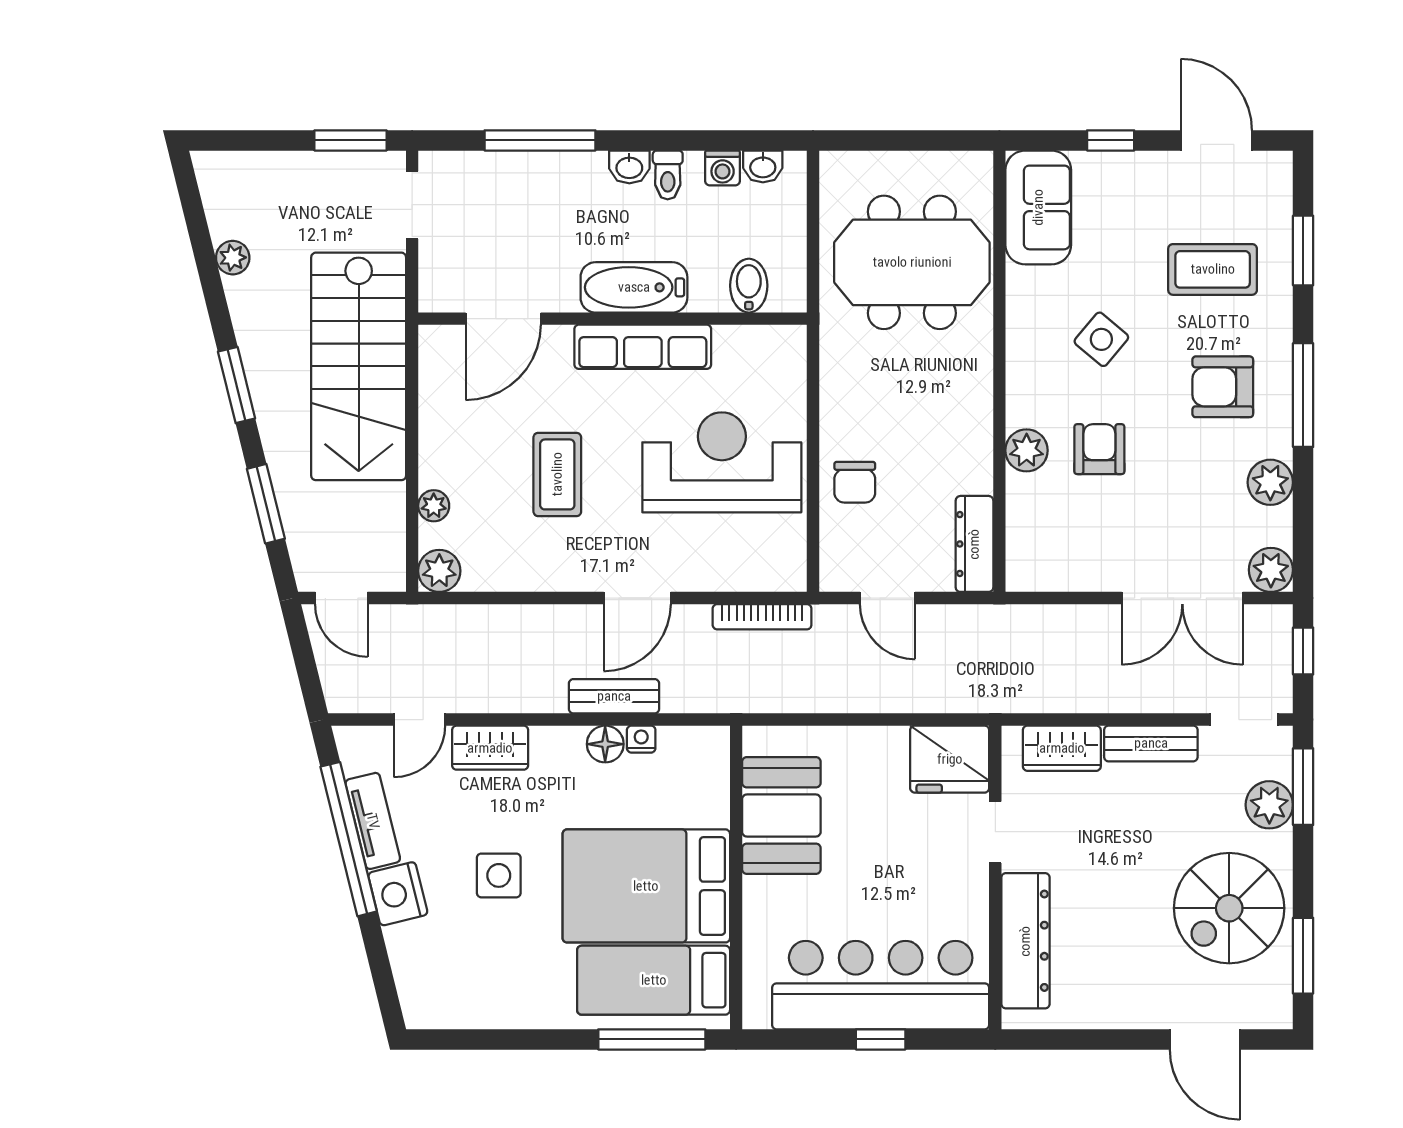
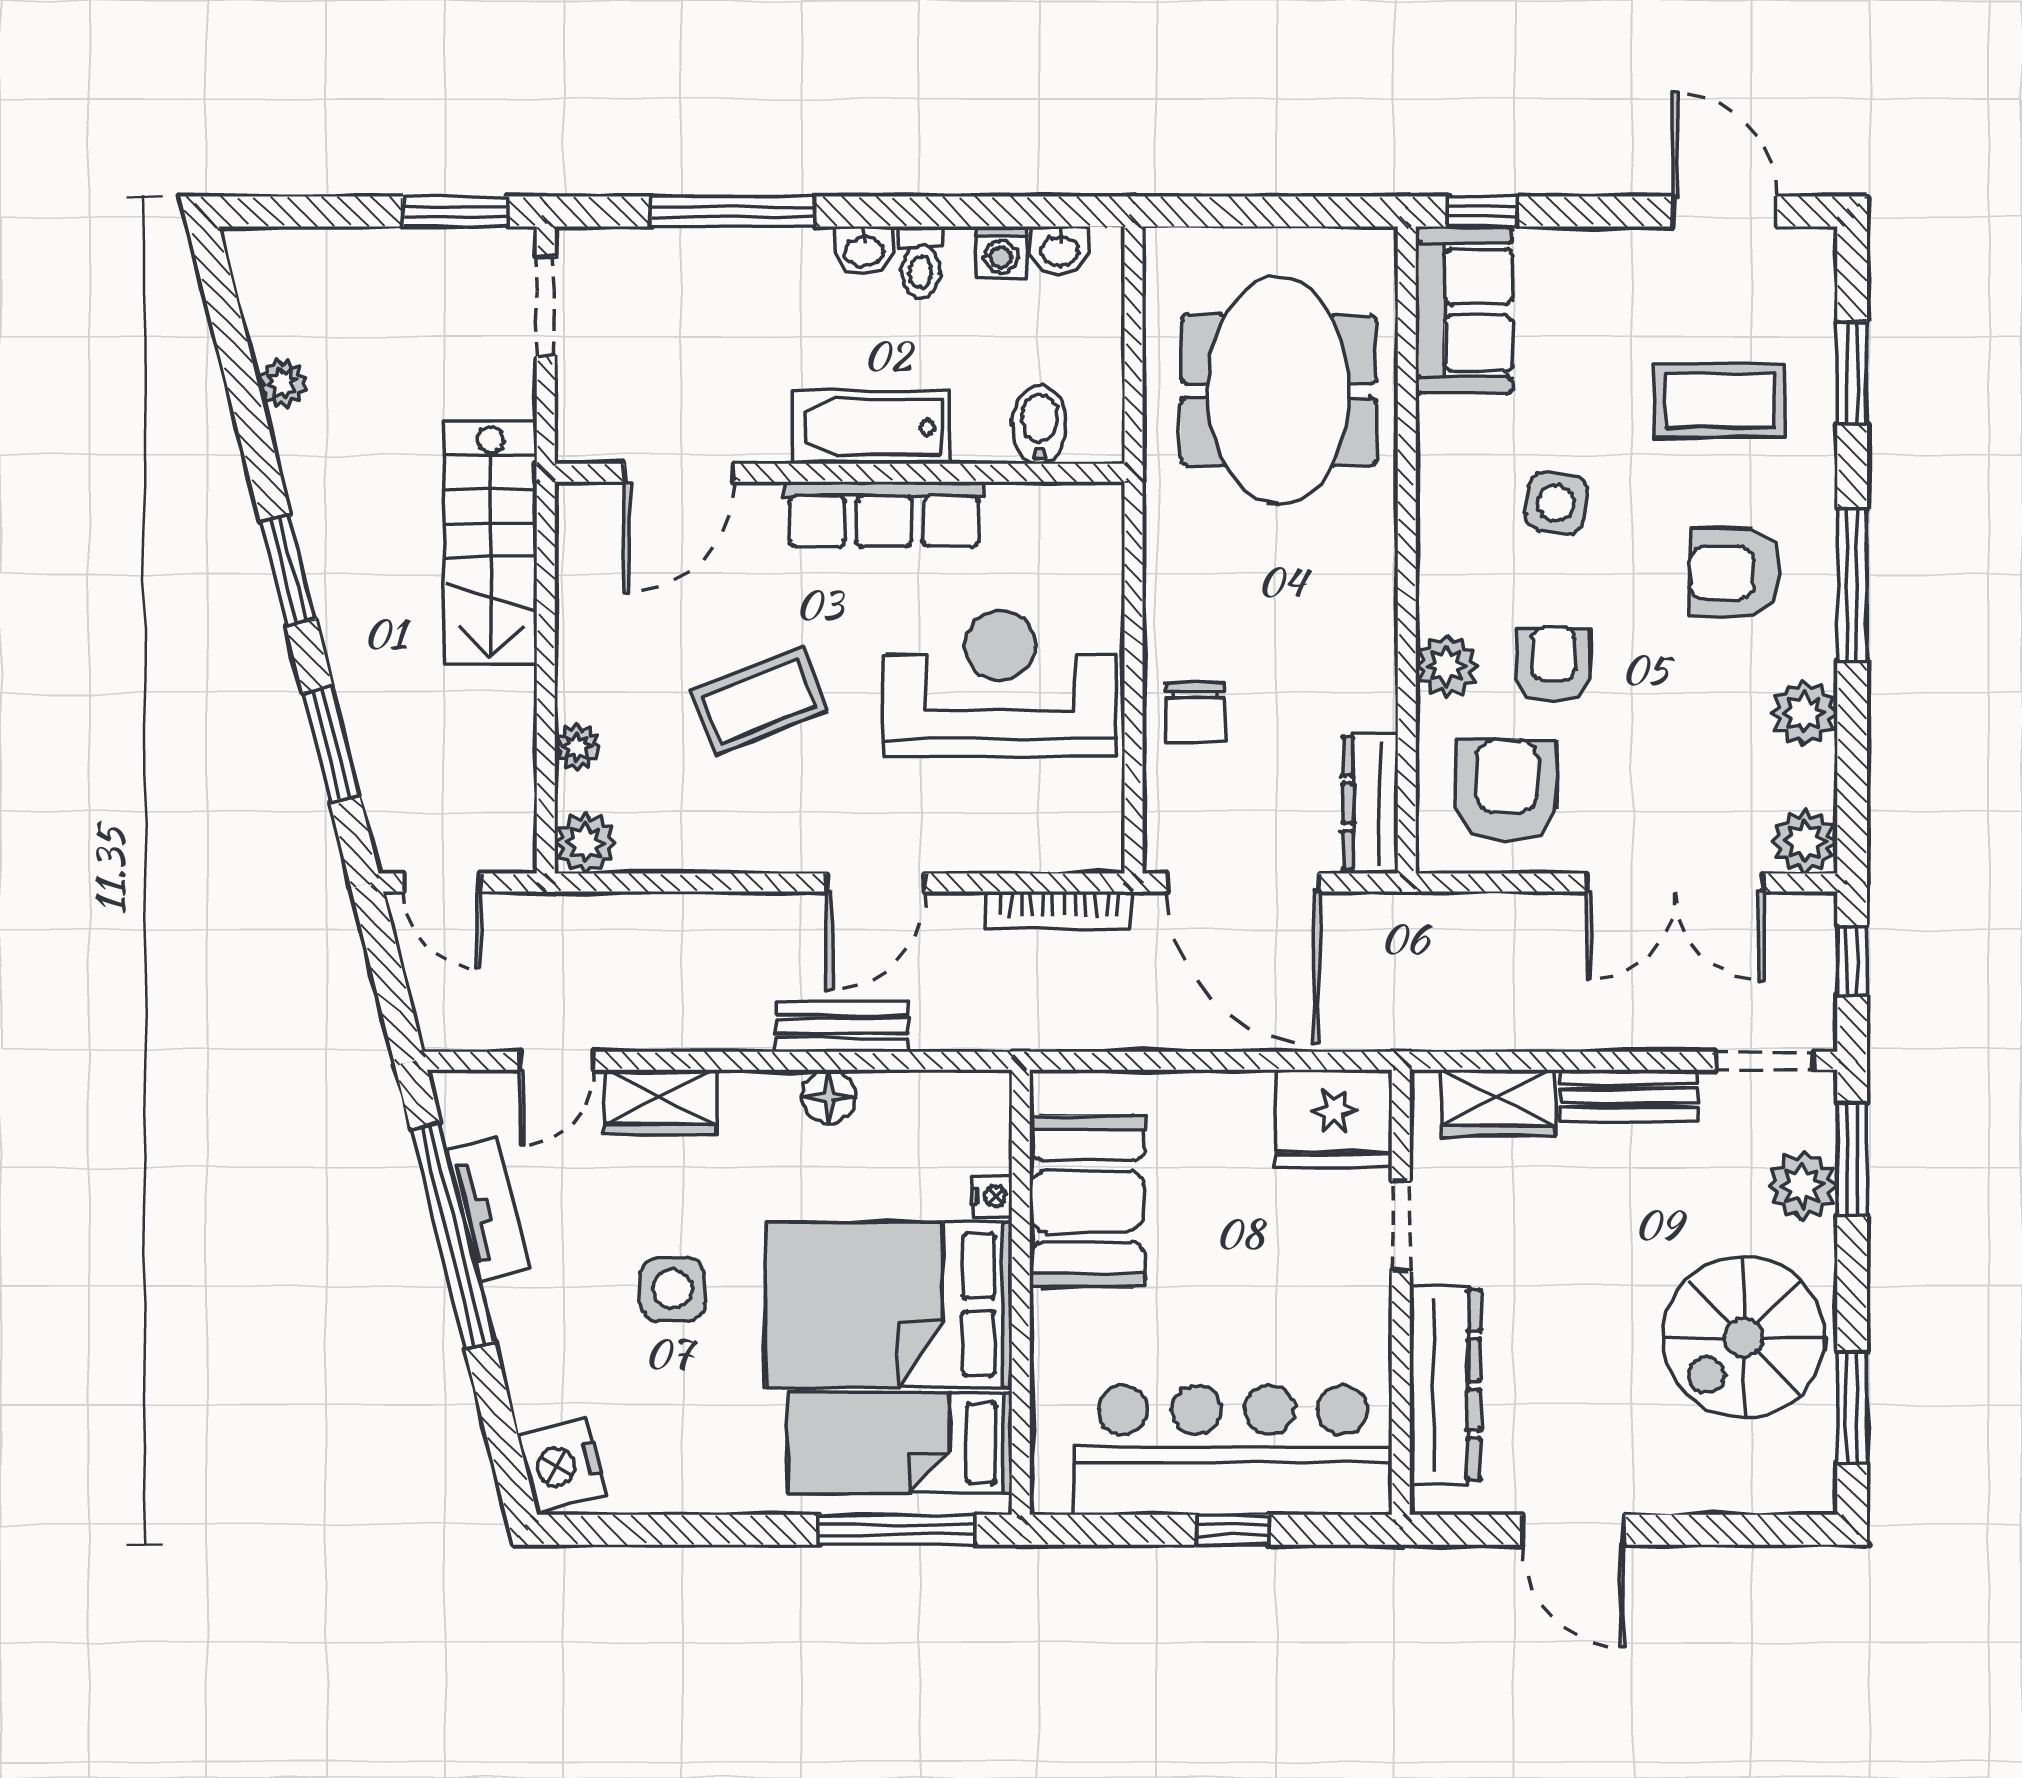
window: (1111, 140) -> (1482, 212), moved
meeting table: (912, 262) -> (1278, 390), turned 90
side table: (1101, 339) -> (1556, 503), turned -33
stairs: (359, 366) -> (491, 543), width x0.73, depth x0.66
coffee table: (557, 474) -> (759, 701), turned 68
armchair: (1067, 535) -> (1507, 790), added
door: (888, 598) -> (1243, 883), width x1.88
nightstand: (641, 739) -> (992, 1196), moved, turned 90
nightstand: (398, 894) -> (562, 1466), moved
door: (1205, 1039) -> (1573, 1530), moved

